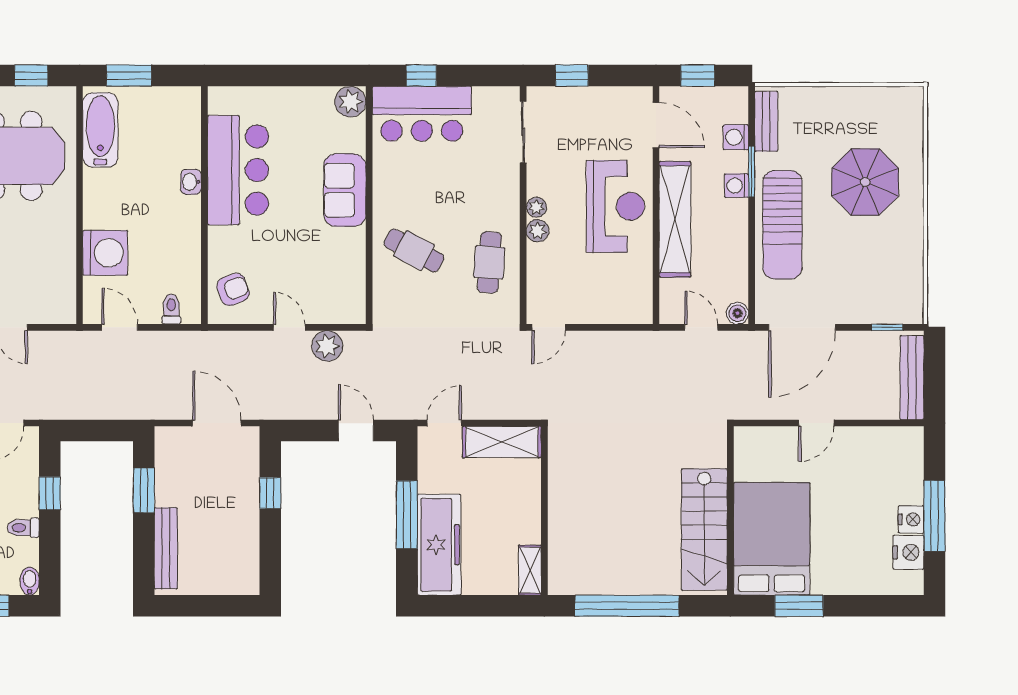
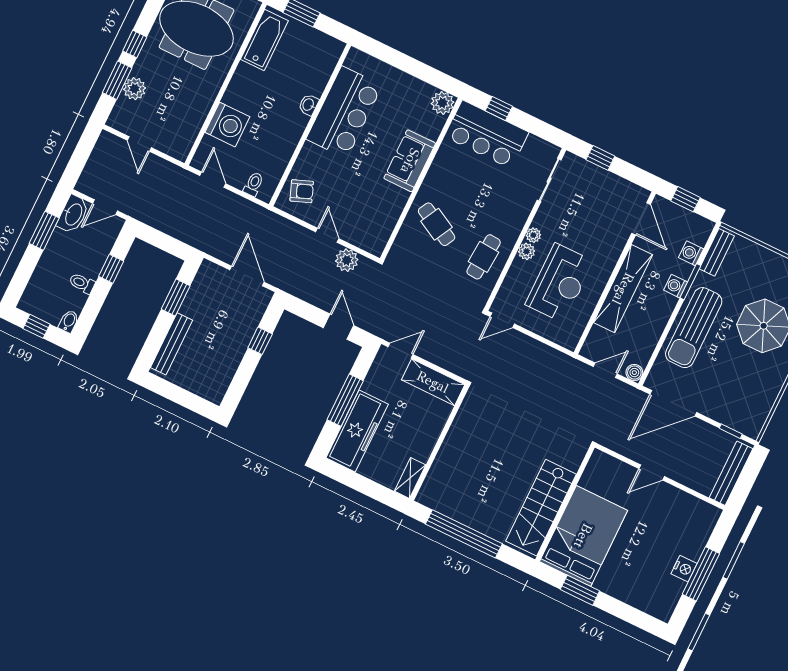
reception desk: (615, 206) -> (559, 283), moved
door: (701, 327) -> (605, 370), hinge flipped
nightstand: (908, 552) -> (671, 590), removed

